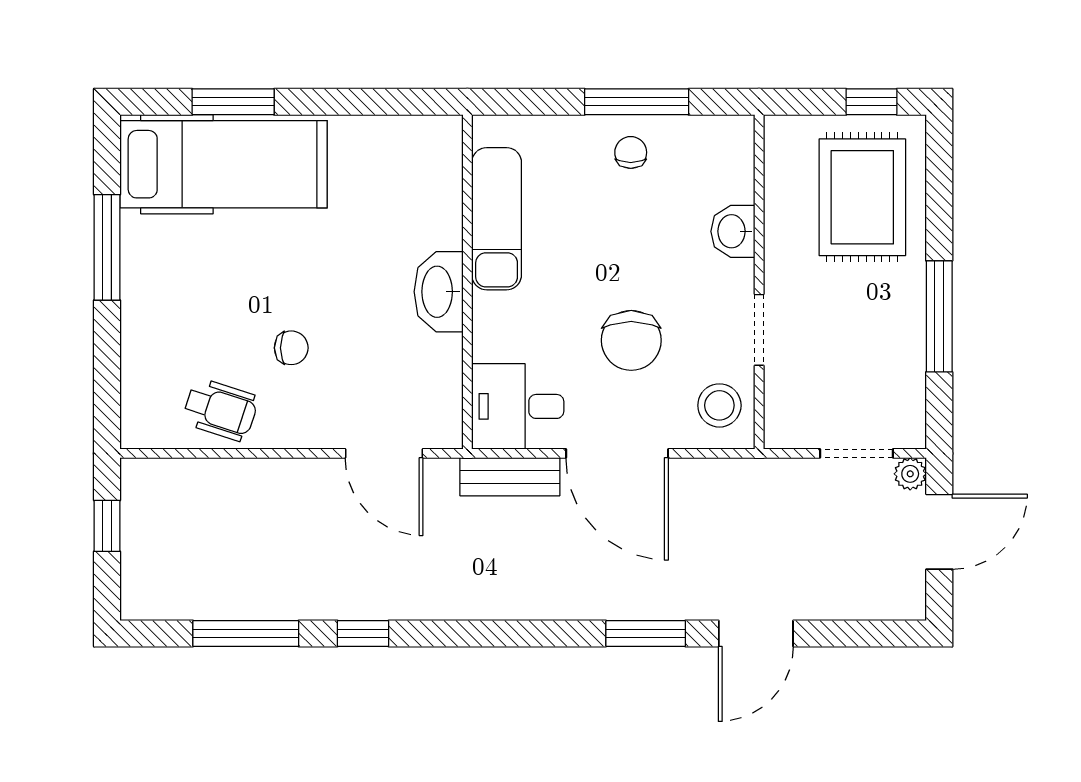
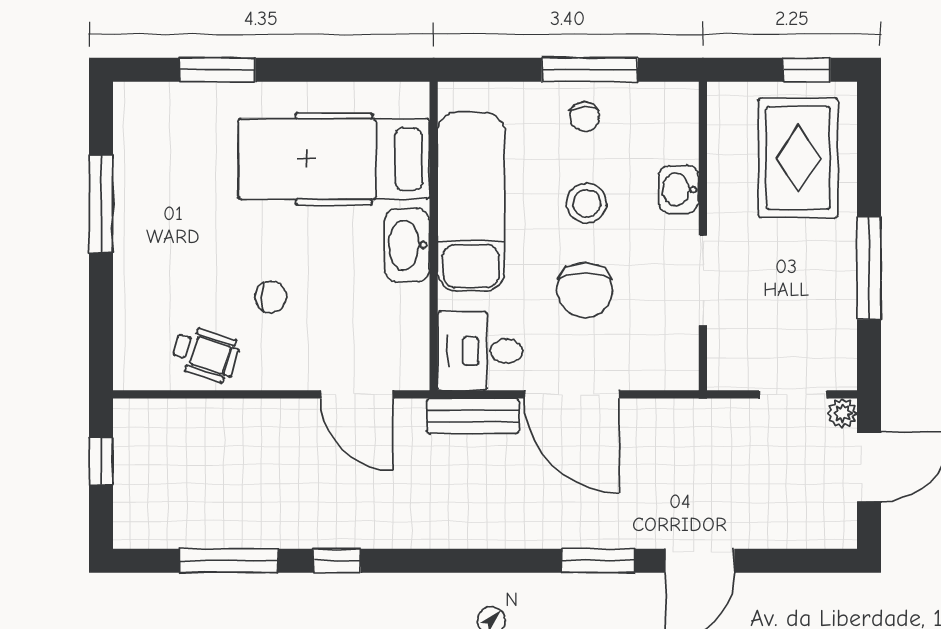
chair: (631, 152) -> (584, 117), turned 180
hospital bed: (224, 164) -> (334, 159), moved, turned 180
exam couch: (497, 219) -> (471, 202), width x1.36, depth x1.45
doorway: (759, 330) -> (703, 280), width x1.38
stool: (719, 405) -> (587, 203), moved

